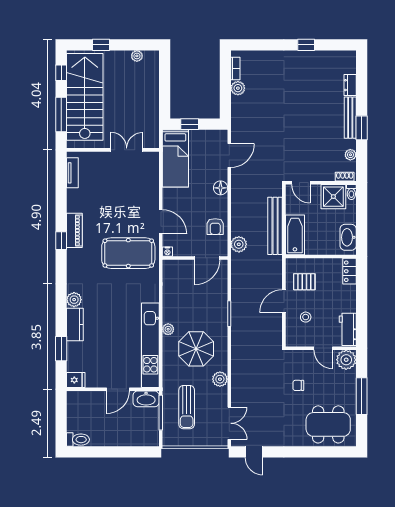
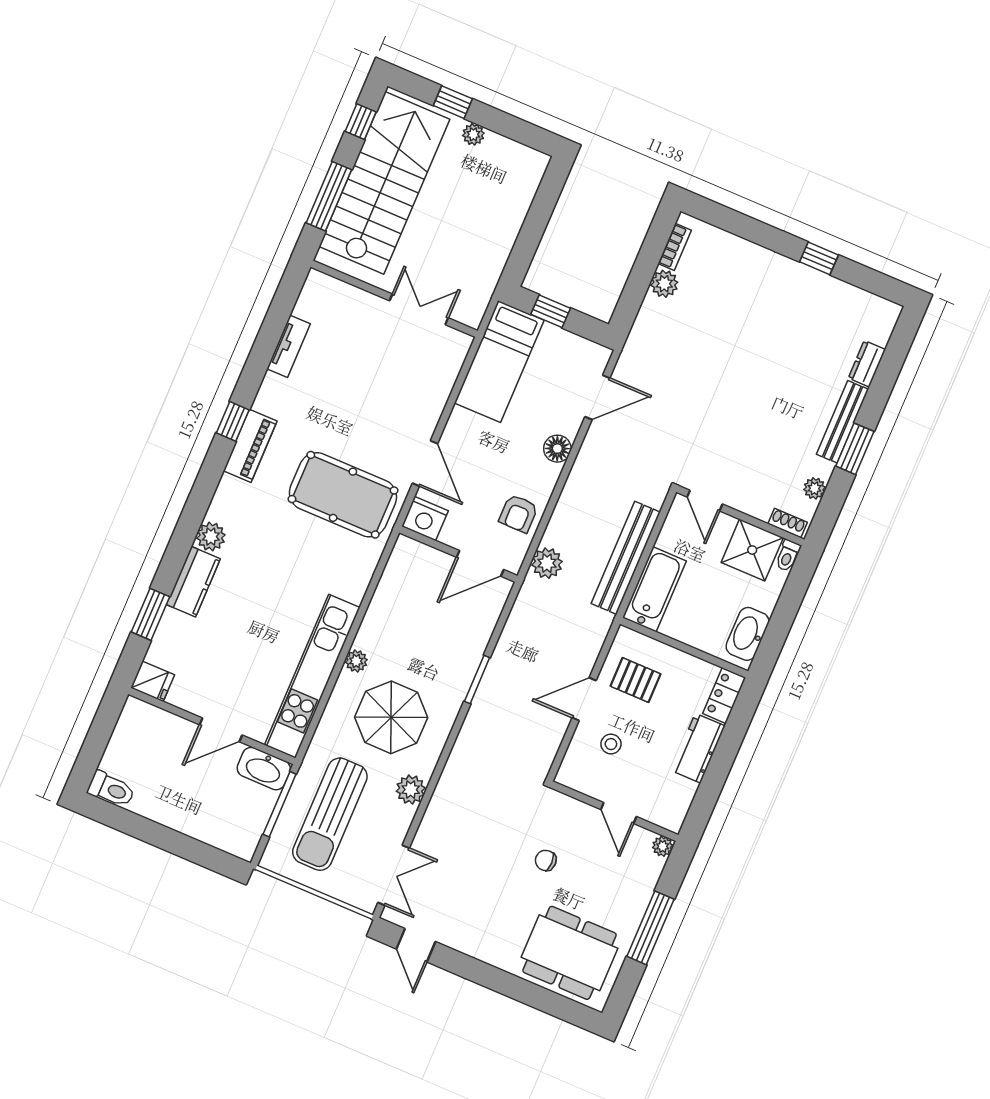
plant: (137, 56) -> (473, 134), moved
tv unit: (72, 173) -> (289, 346), moved
piano: (74, 230) -> (250, 446), moved
nightstand: (167, 252) -> (425, 518), width x1.89, depth x1.79
workbench: (348, 329) -> (698, 748), moved
plant: (346, 360) -> (663, 846), width x0.53, depth x0.53
sun lounger: (187, 407) -> (330, 814), width x1.36, depth x1.34

